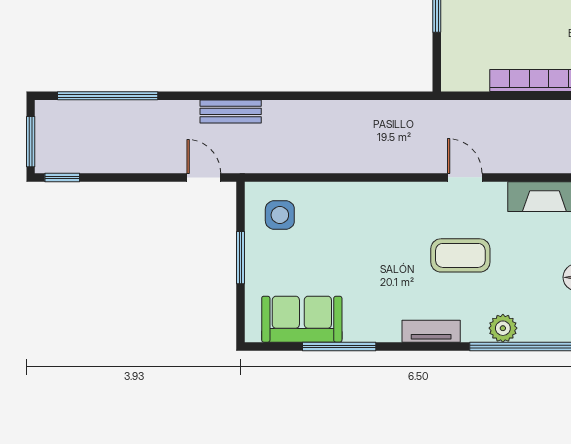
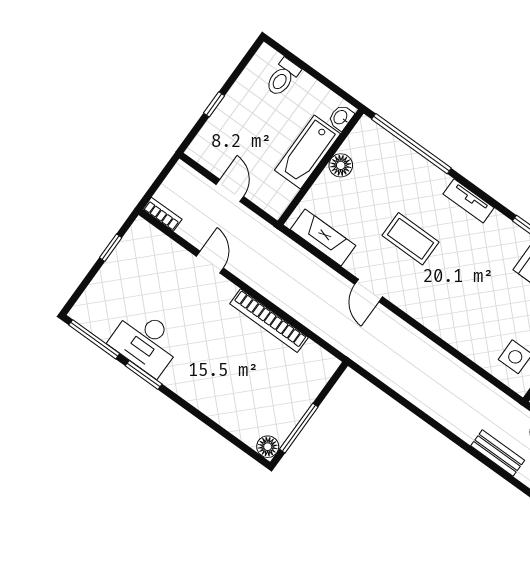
plant: (503, 328) -> (417, 167), removed

